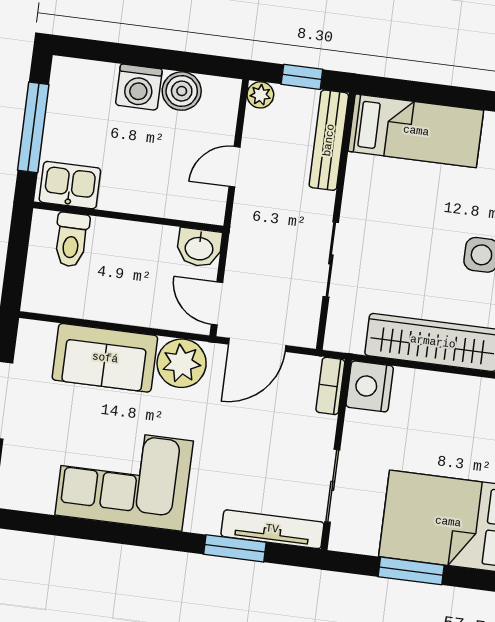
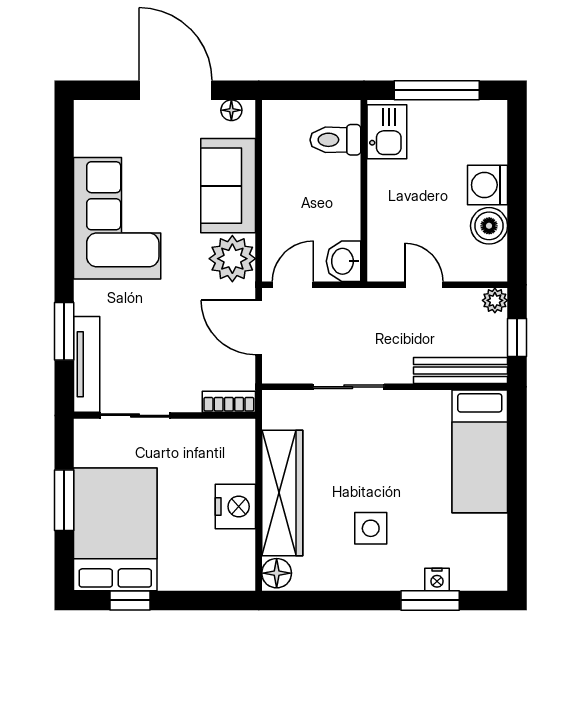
floor lamp: (27, 344) -> (231, 110), added
nightstand: (370, 386) -> (235, 507), moved, turned 90

